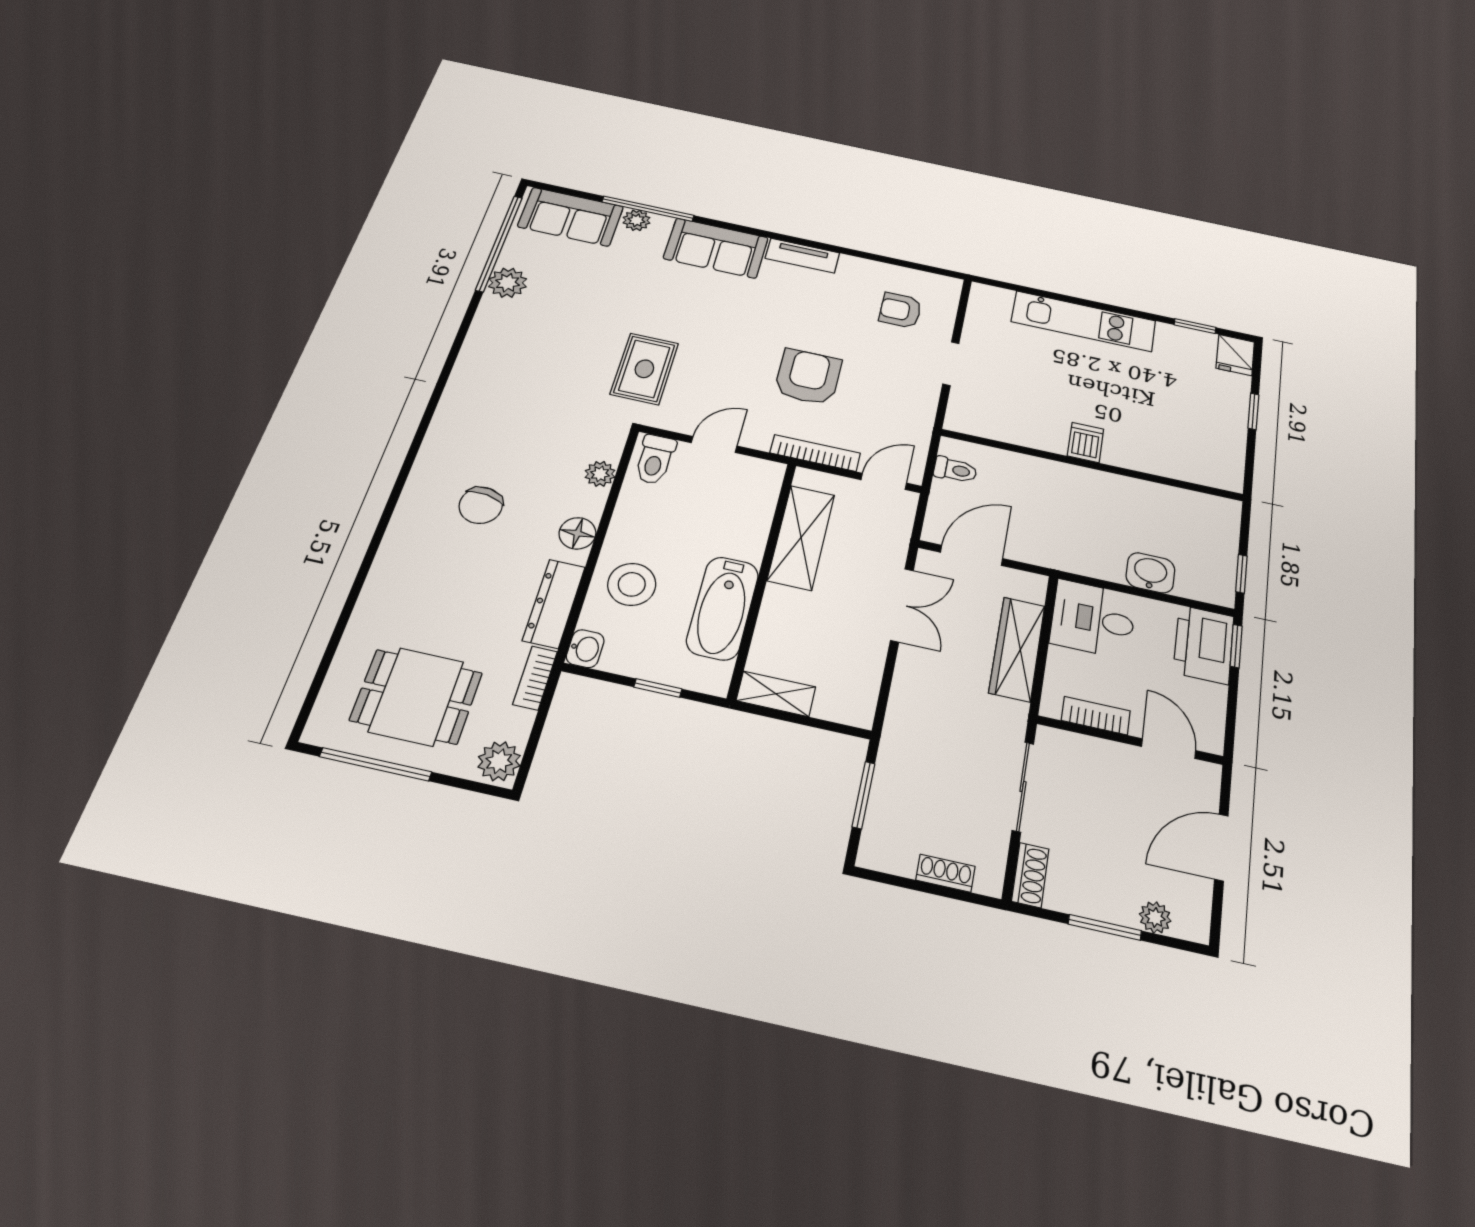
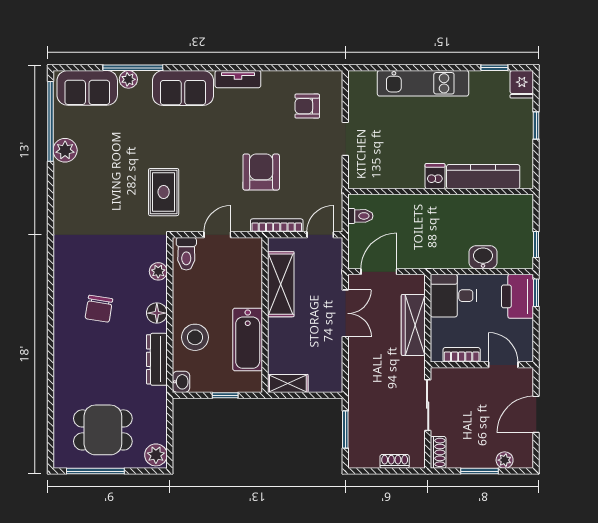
kitchen counter: (1163, 460) -> (483, 177), added
bookcase: (535, 678) -> (160, 405), removed

